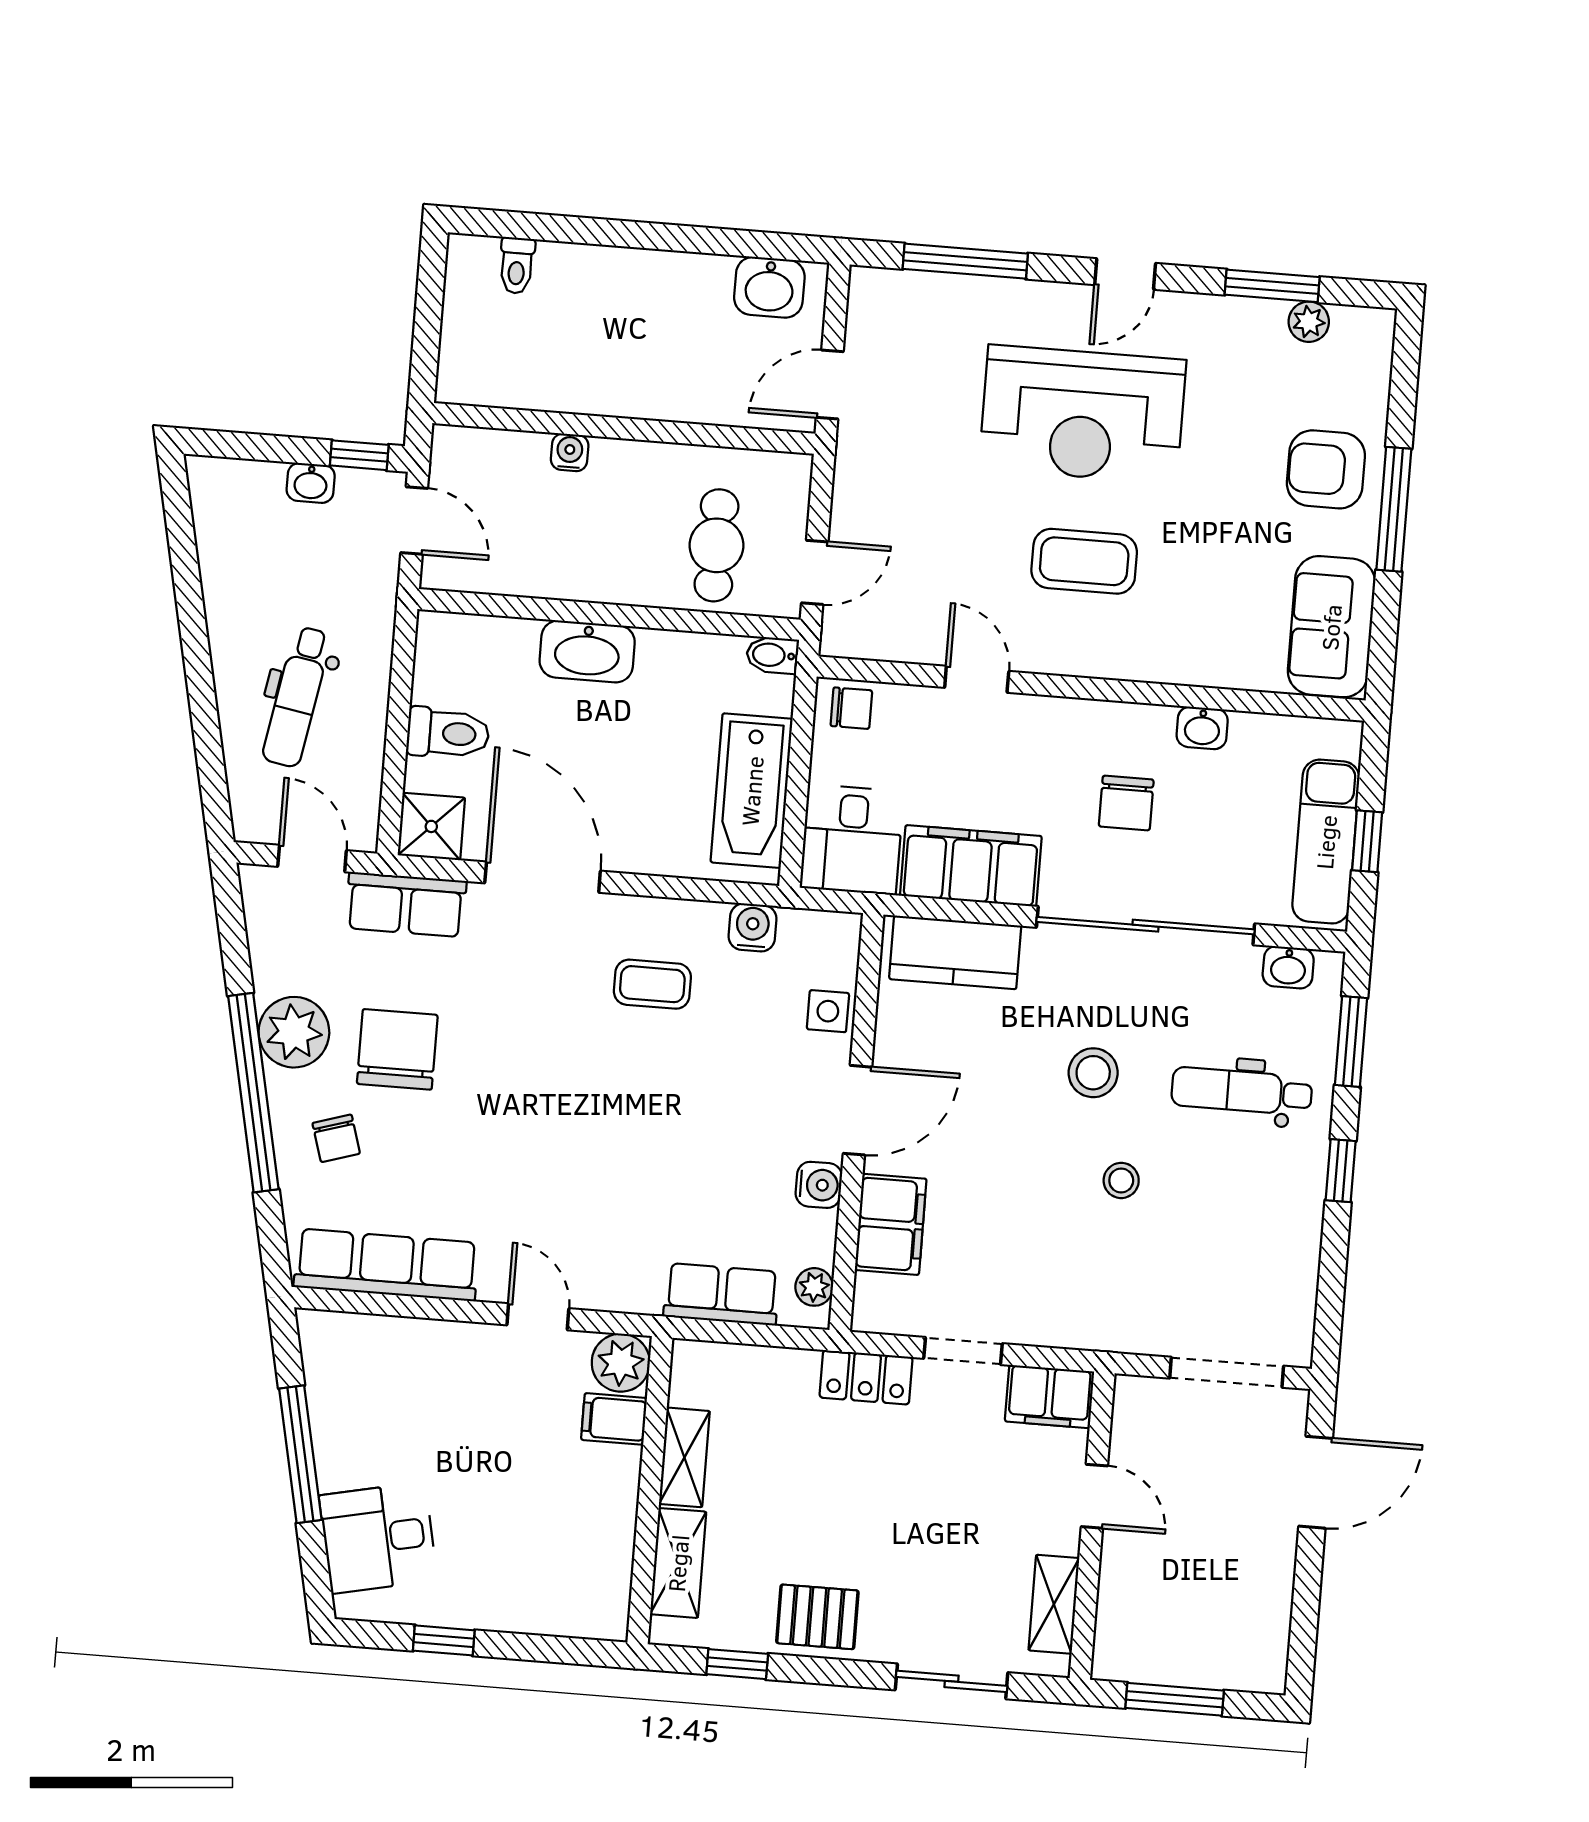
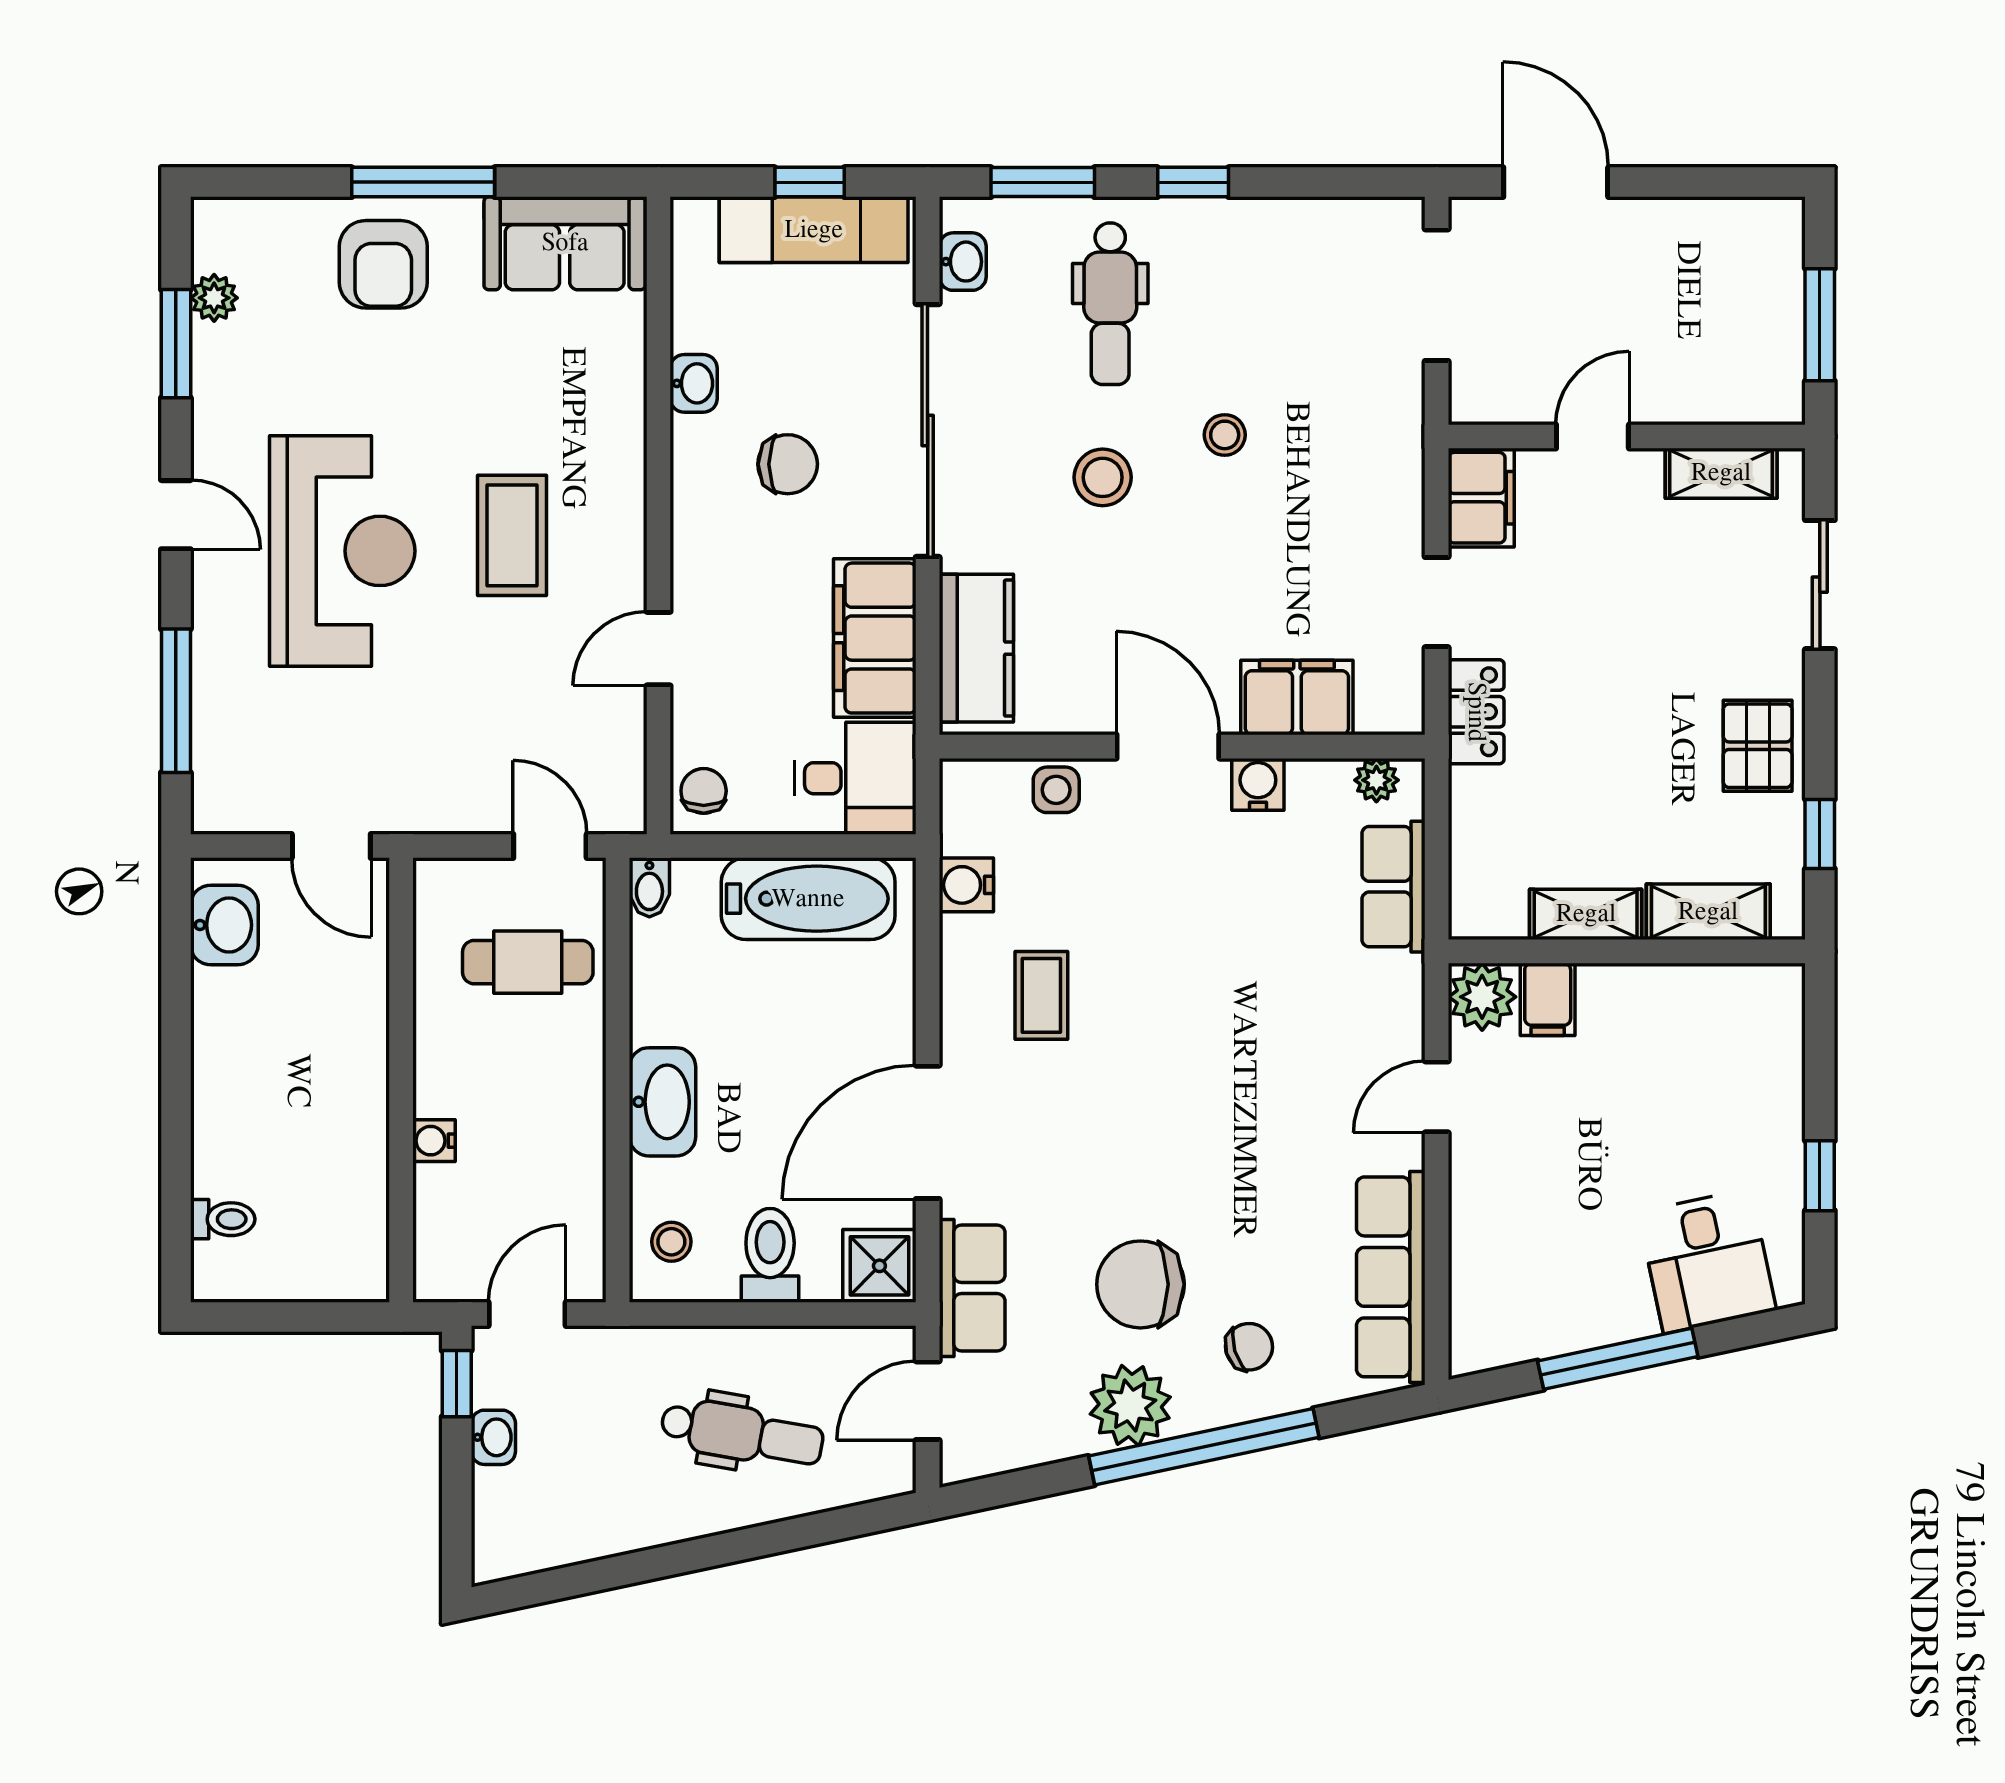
stool: (466, 649) -> (671, 1242), added

